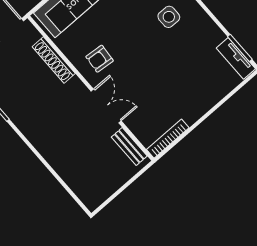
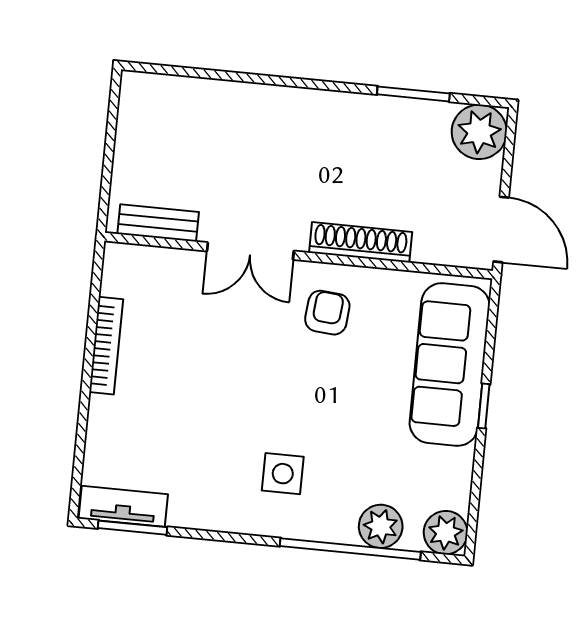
shoe rack: (54, 60) -> (361, 242), moved
bookcase: (168, 139) -> (106, 346), moved

